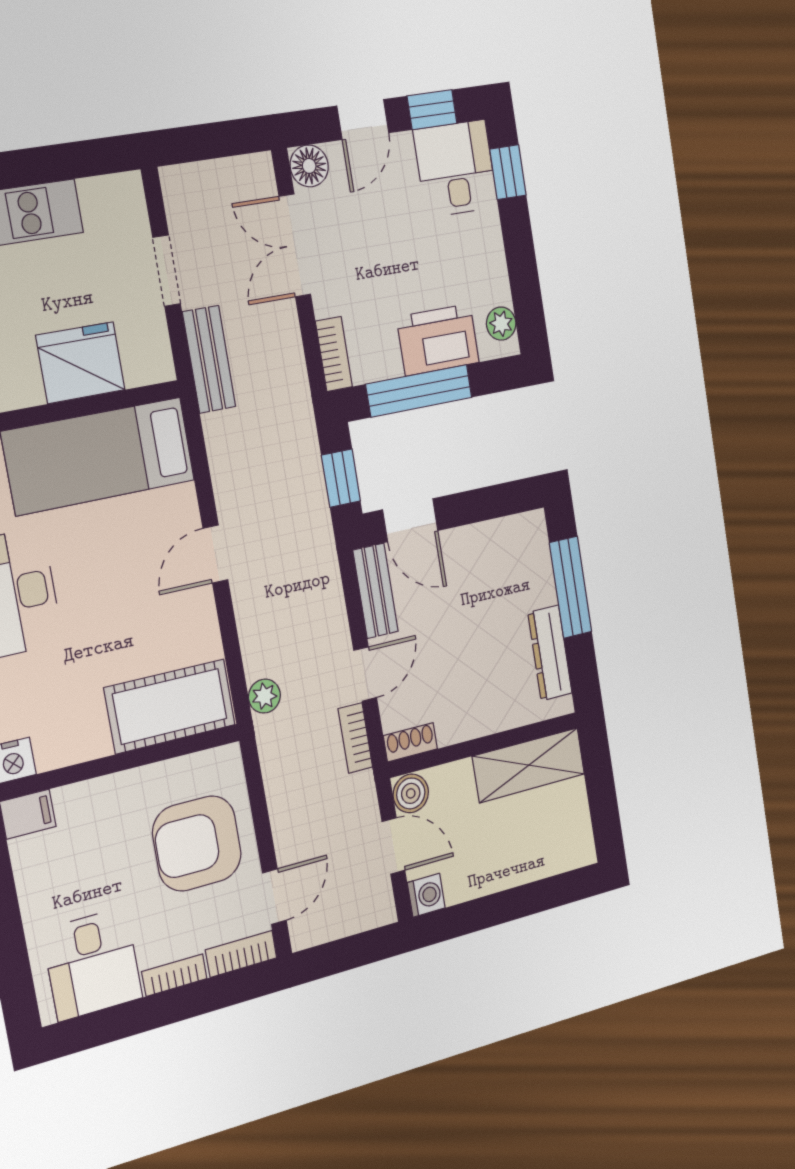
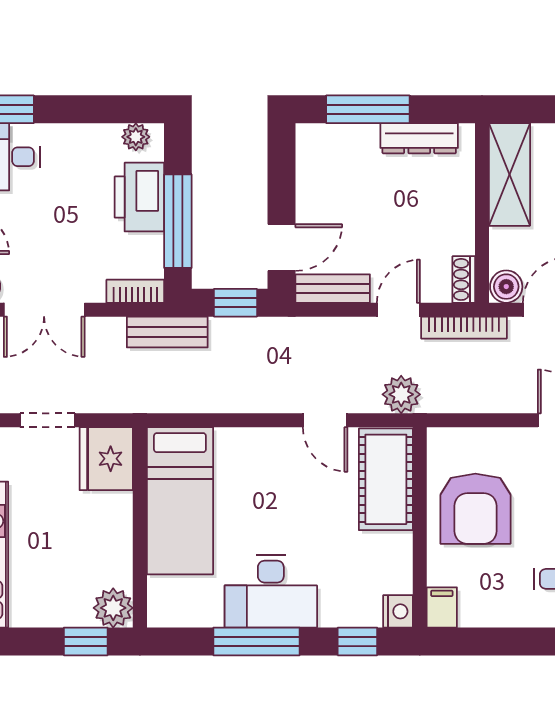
bench: (209, 359) -> (167, 332), moved
fridge: (81, 363) -> (106, 459), moved
door: (215, 554) -> (325, 420), moved
door: (365, 674) -> (398, 310), hinge flipped
plant: (264, 696) -> (401, 394), width x1.38, depth x1.38
bookcase: (355, 738) -> (464, 328), width x1.56
armchair: (197, 843) -> (475, 509), moved

